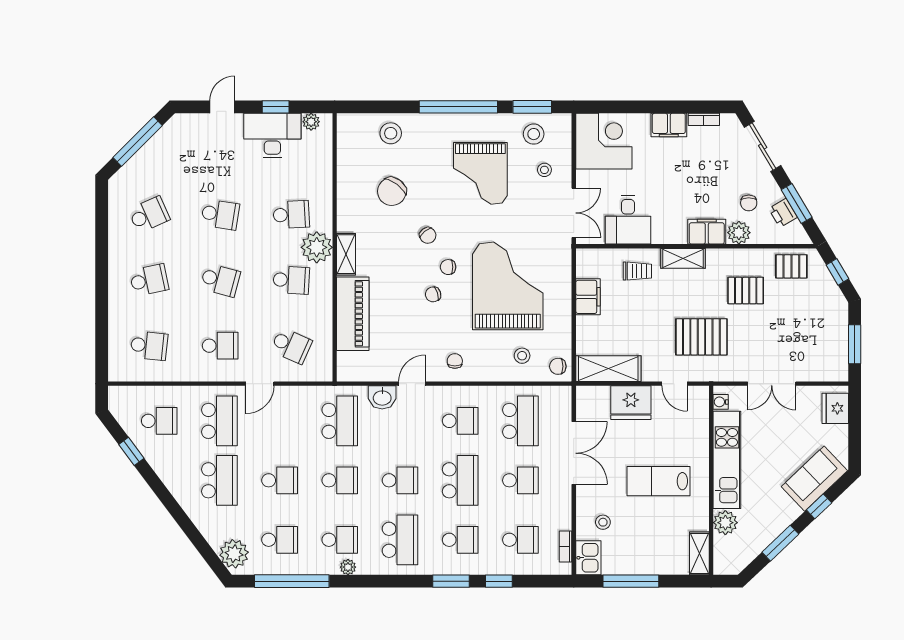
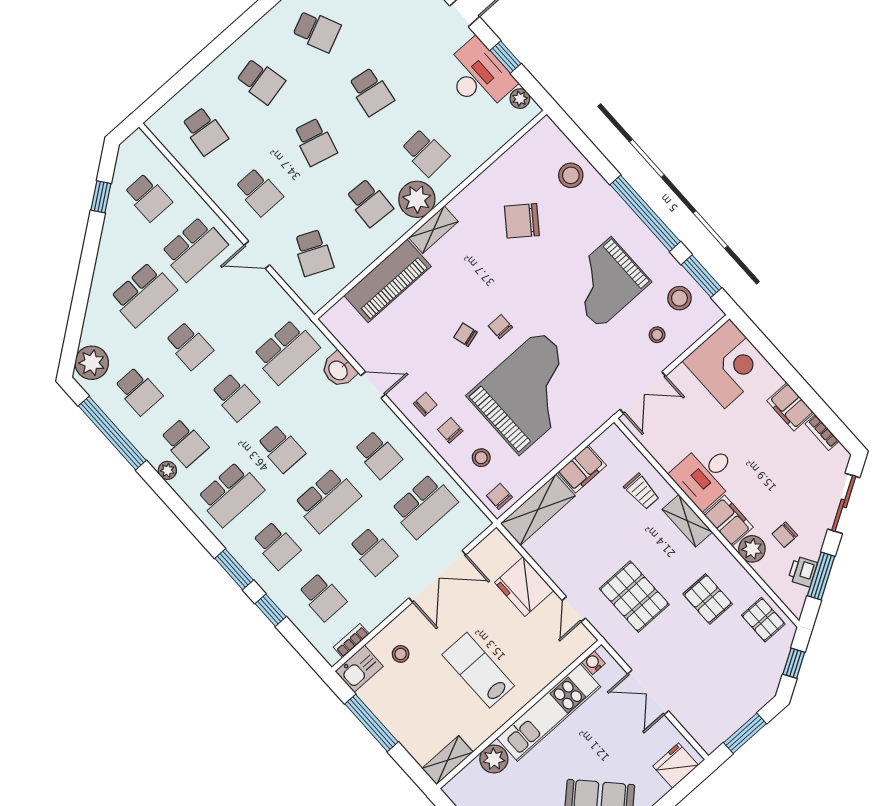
desk: (628, 220) -> (705, 475), moved
chair: (428, 235) -> (450, 430), moved, turned 129
shelving: (608, 369) -> (538, 510), moved, turned 90

